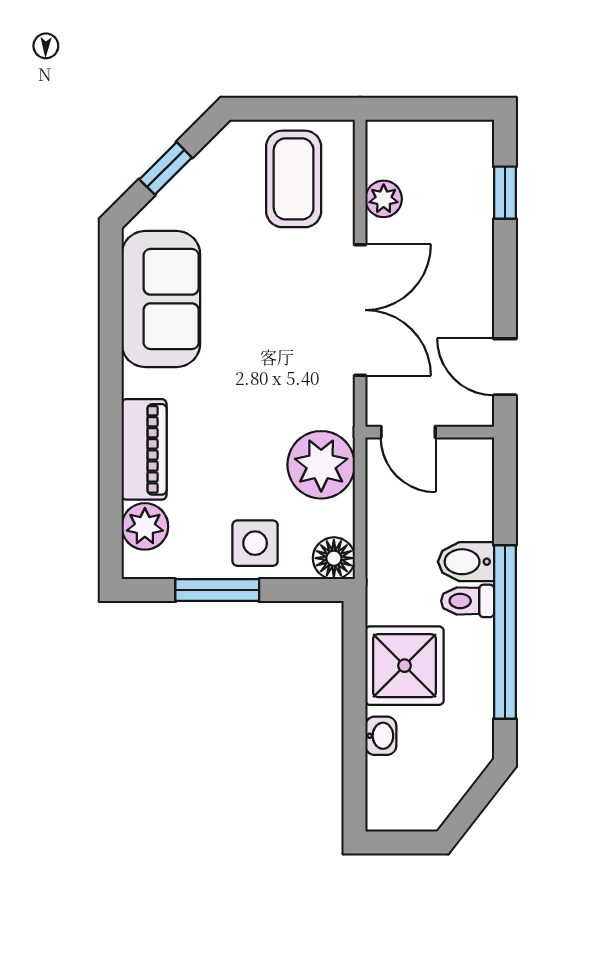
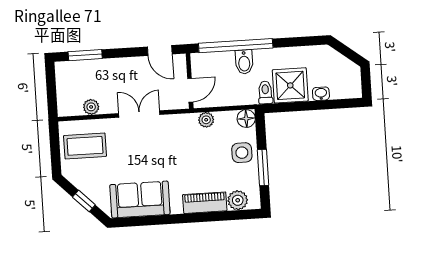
window: (505, 193) -> (85, 55), width x1.50
double door: (360, 310) -> (139, 114), width x0.73
door: (505, 367) -> (160, 50), hinge flipped
plant: (321, 465) -> (206, 120), width x0.53, depth x0.53
toilet: (468, 601) -> (265, 92), moved, turned 180
window: (505, 632) -> (236, 46), moved

